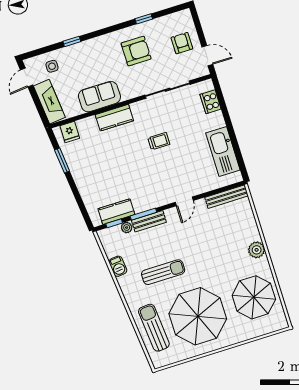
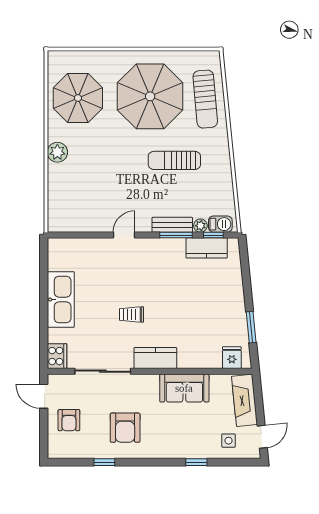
armchair: (136, 51) -> (125, 428), turned -90
cooker: (211, 102) -> (57, 356), moved
kitchen counter: (114, 118) -> (155, 358), moved
kitchen sink: (223, 152) -> (61, 300), moved
bench: (226, 197) -> (73, 225), removed
barbecue: (118, 266) -> (220, 224), moved, turned 96

